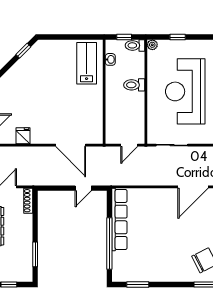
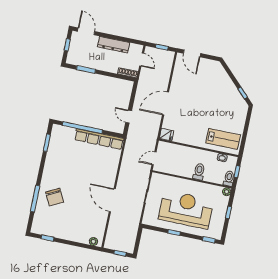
fridge: (23, 136) -> (166, 135), moved
door: (71, 145) -> (166, 103), moved
door: (129, 145) -> (154, 158), hinge flipped

